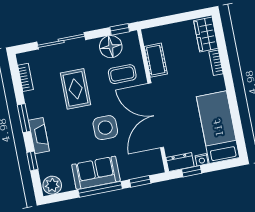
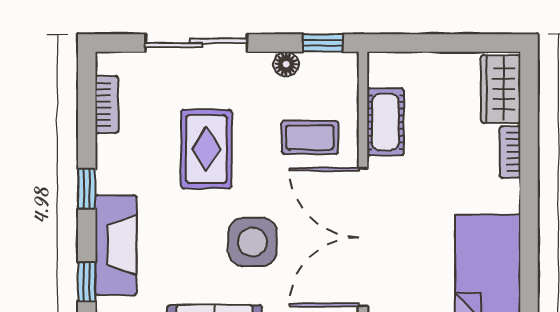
floor lamp: (111, 47) -> (286, 64), width x0.53, depth x0.53
window: (24, 118) -> (87, 189), width x0.67
fireplace: (39, 136) -> (116, 245), width x1.37, depth x1.32

